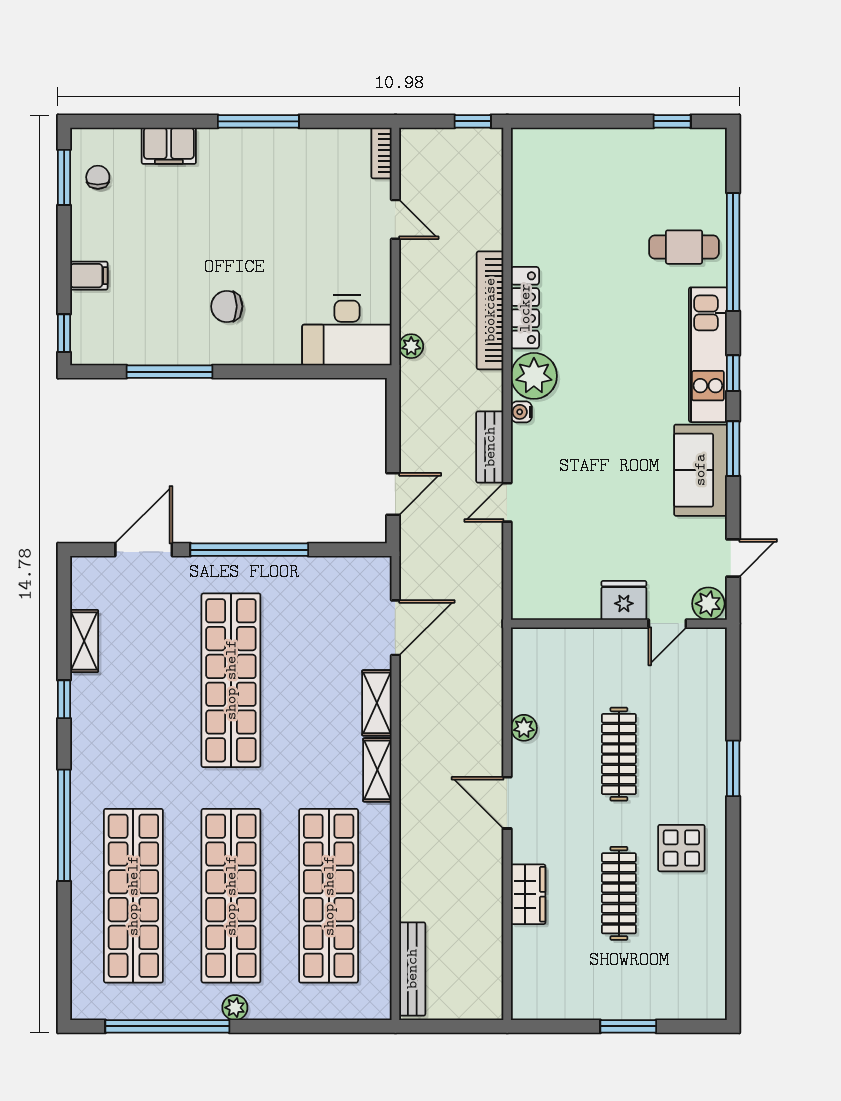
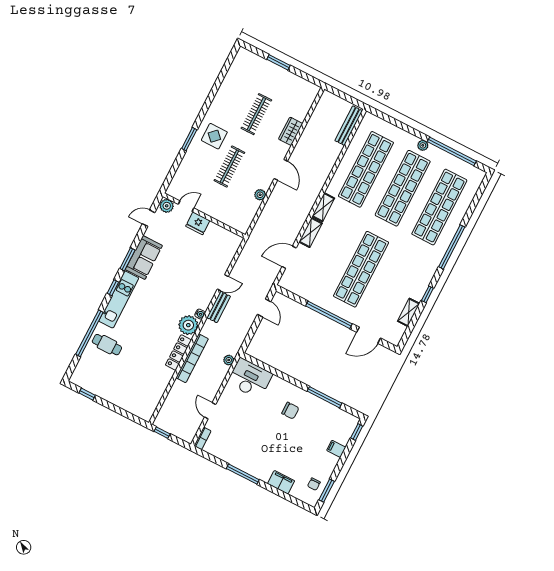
door: (393, 494) -> (264, 308), swing flipped
display table: (681, 848) -> (214, 136), moved

